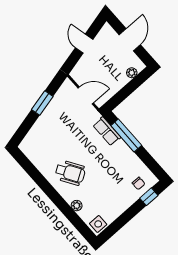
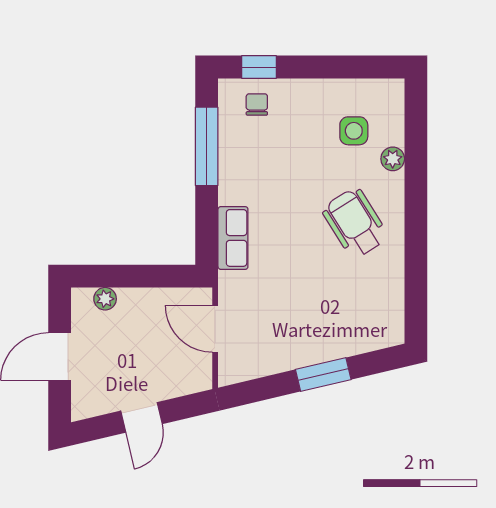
window: (42, 103) -> (323, 374), moved
window: (126, 135) -> (207, 146), moved
side table: (98, 224) -> (354, 131), moved

